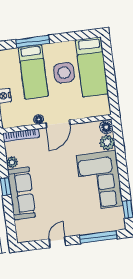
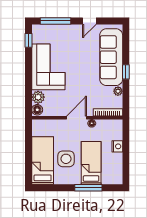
sofa: (21, 193) -> (111, 57), width x1.36, depth x1.27

